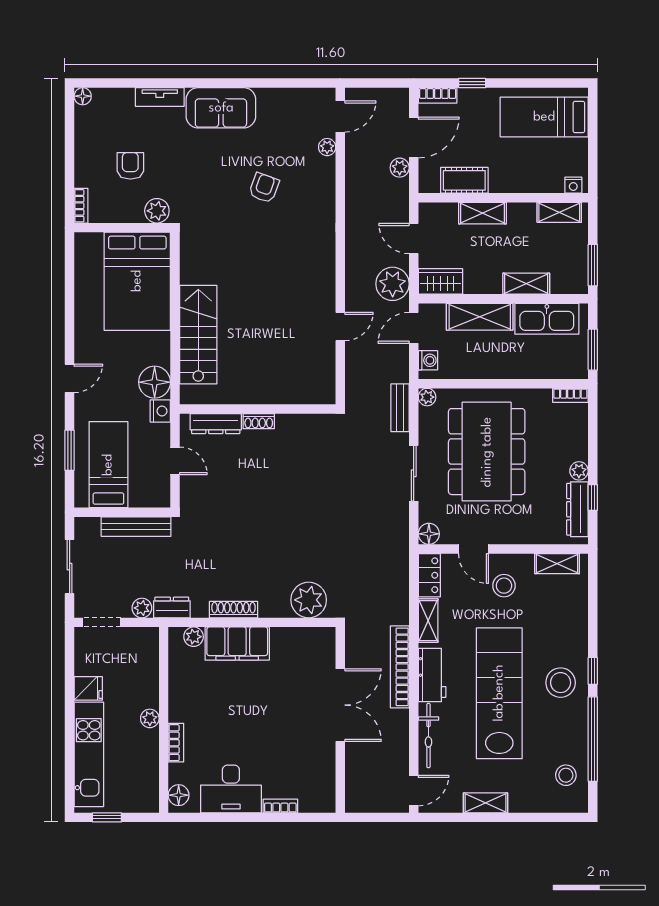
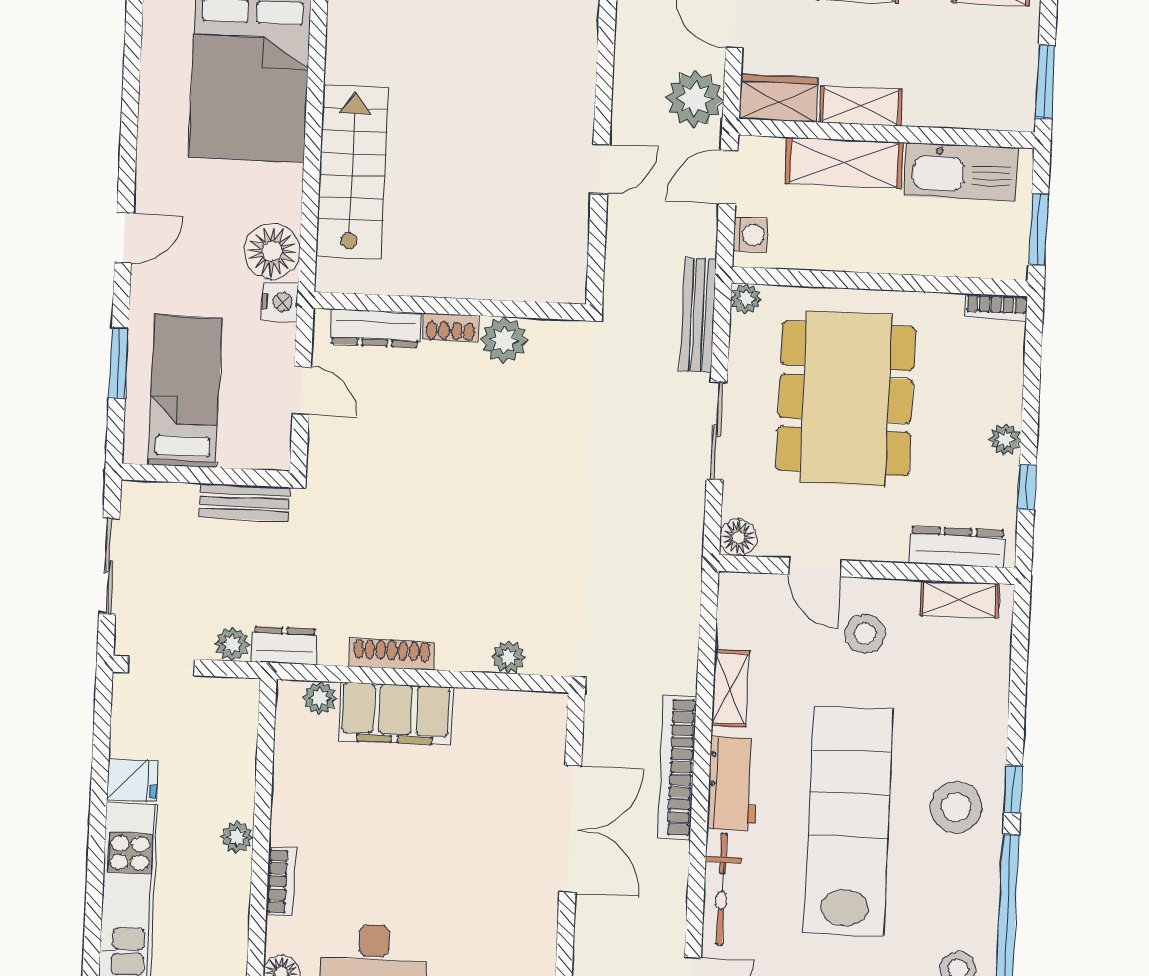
shelving: (526, 284) -> (861, 106), moved
bench: (400, 408) -> (698, 315), width x1.36
plant: (290, 427) -> (504, 340), added
dresser: (577, 509) -> (957, 547), moved, turned 90
bench: (136, 527) -> (245, 502), width x0.73
locker: (429, 575) -> (736, 610), removed
plant: (309, 600) -> (508, 657), width x0.53, depth x0.53

